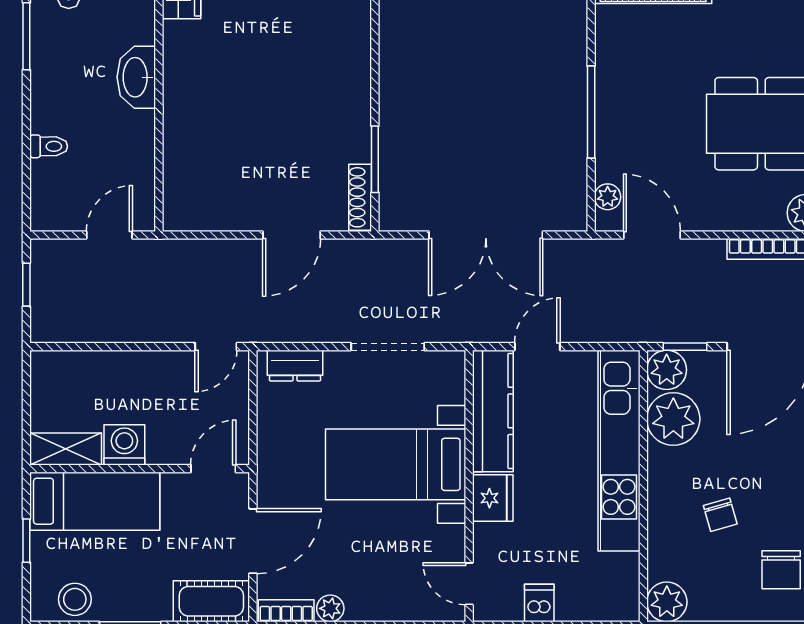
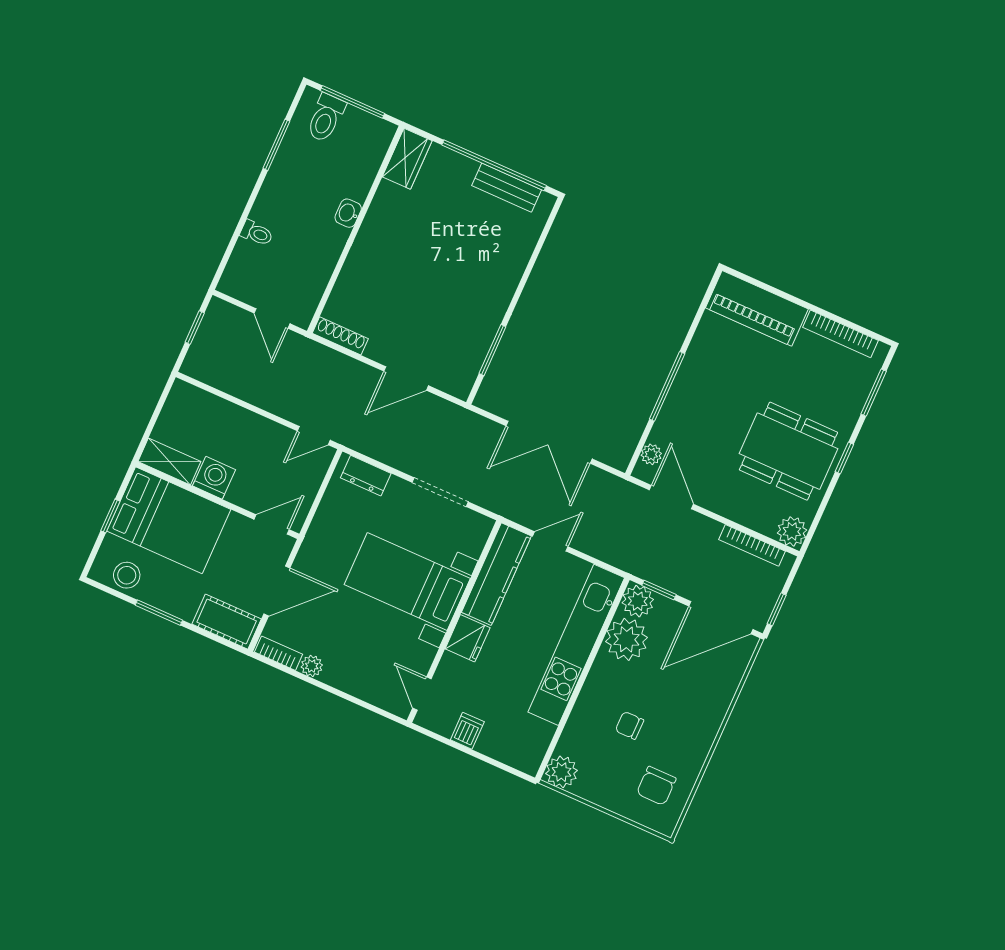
washbasin: (136, 77) -> (348, 213), width x0.52, depth x0.69
shoe rack: (360, 197) -> (340, 336), moved, turned 90
door: (109, 235) -> (272, 318), swing flipped
bed: (95, 501) -> (169, 520), width x1.50
chair: (720, 515) -> (630, 725), turned 106

